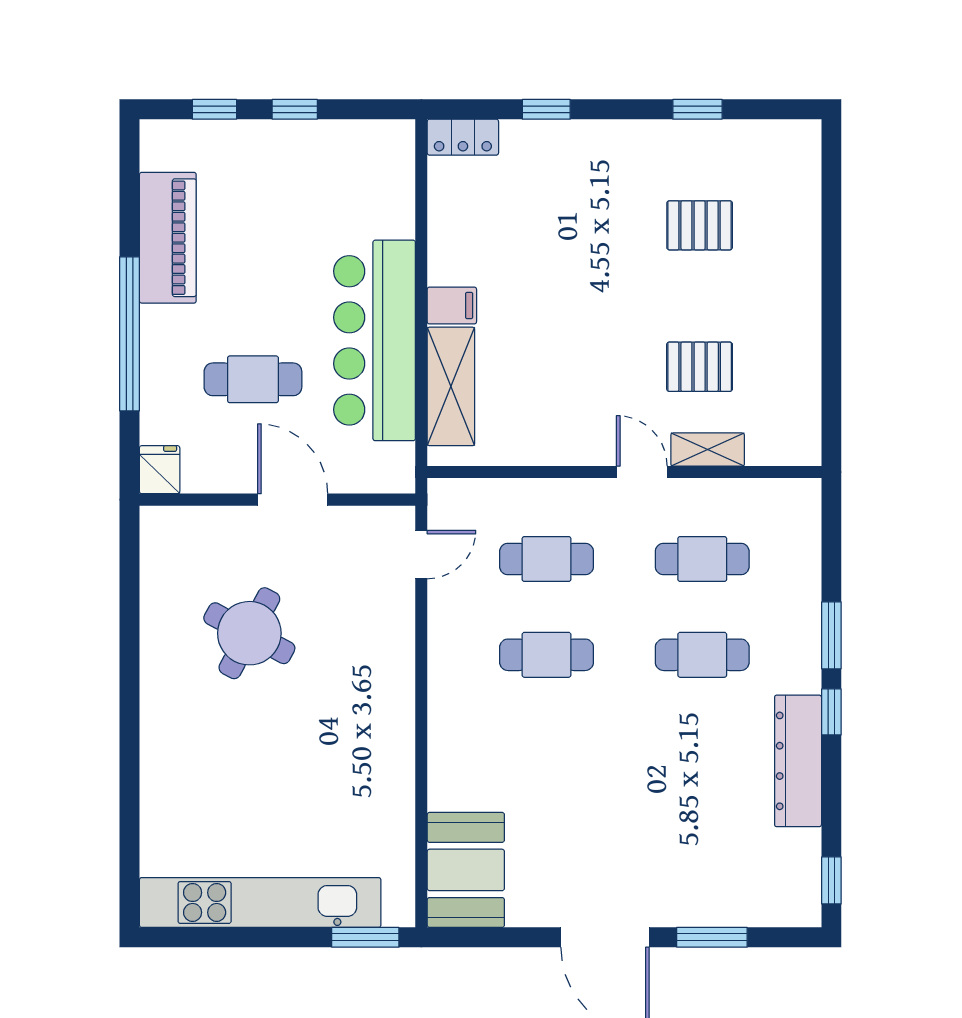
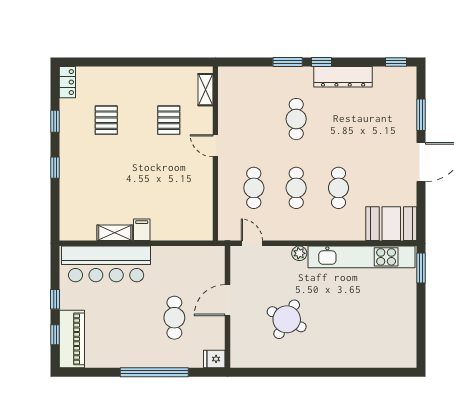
window: (546, 109) -> (55, 168), moved
locker: (463, 137) -> (67, 82), moved
piano: (168, 238) -> (72, 339), moved, turned 90
bar counter: (375, 340) -> (106, 264), moved
shelving: (451, 386) -> (115, 233), moved, width x0.67, depth x0.75
shelving: (708, 450) -> (205, 90), moved
door: (642, 472) -> (215, 146), hinge flipped
cafe table: (702, 559) -> (339, 188), moved
plant: (399, 662) -> (299, 253), added
kitchen unit: (260, 902) -> (362, 257), moved, turned -90

